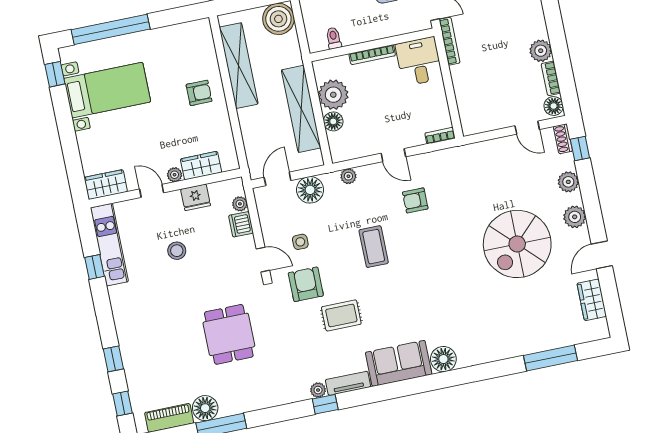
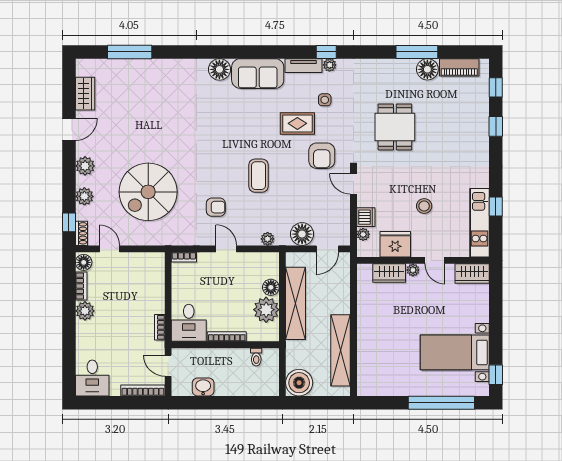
bookcase: (449, 41) -> (160, 327), width x0.64
armchair: (199, 93) -> (378, 334), removed
fridge: (196, 197) -> (395, 244), width x1.36, depth x1.34
side table: (300, 242) -> (325, 100), moved
spiral stairs: (517, 244) -> (148, 192), moved, turned 180

